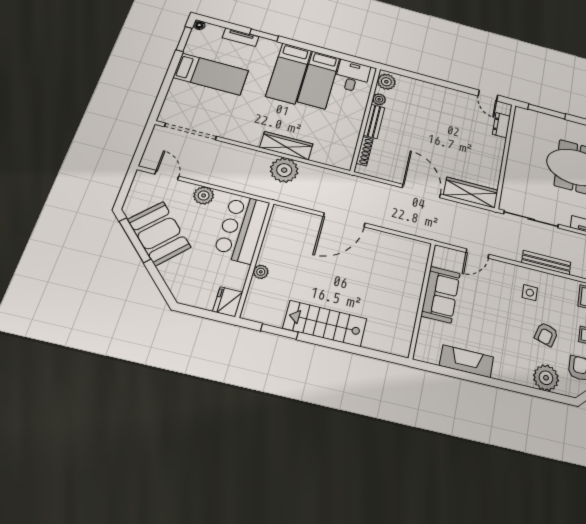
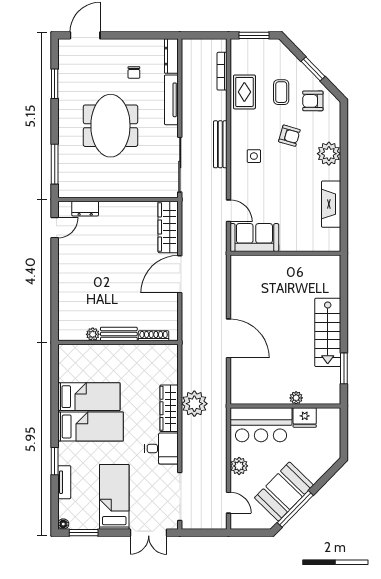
desk: (352, 76) -> (161, 448), moved, turned 180
plant: (386, 82) -> (70, 332), removed
double door: (163, 94) -> (149, 533), added
door: (167, 175) -> (229, 503), swing flipped
sofa: (441, 295) -> (254, 238), moved
fridge: (228, 302) -> (305, 417), moved
plant: (546, 378) -> (329, 154), moved

